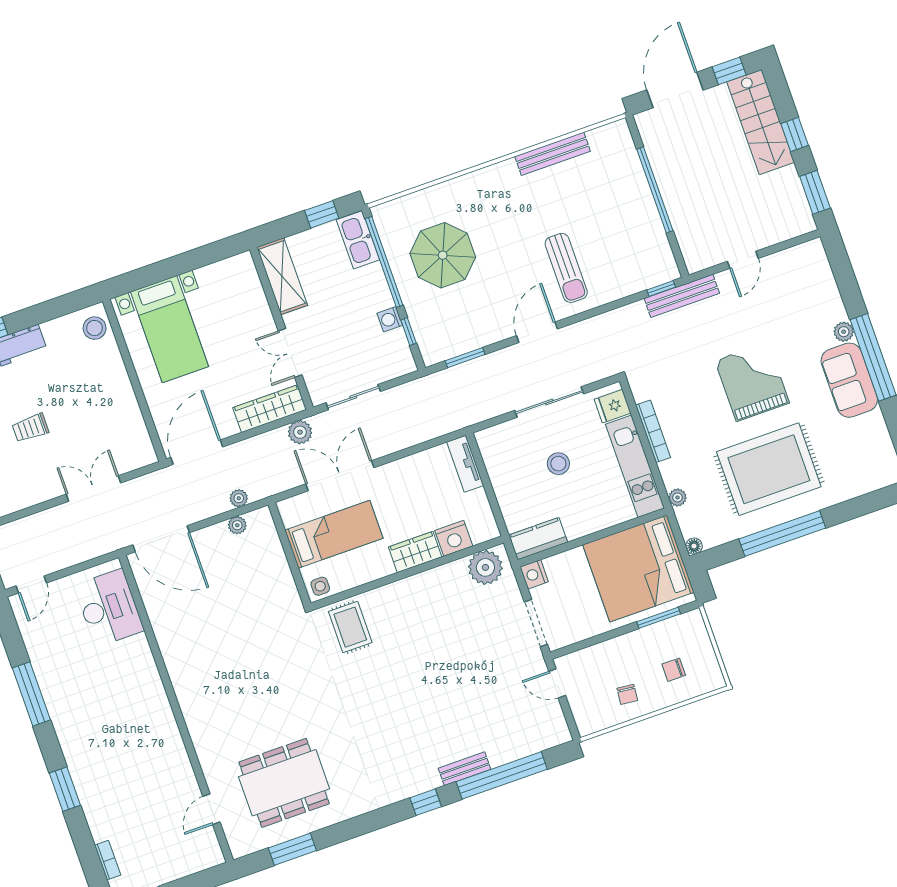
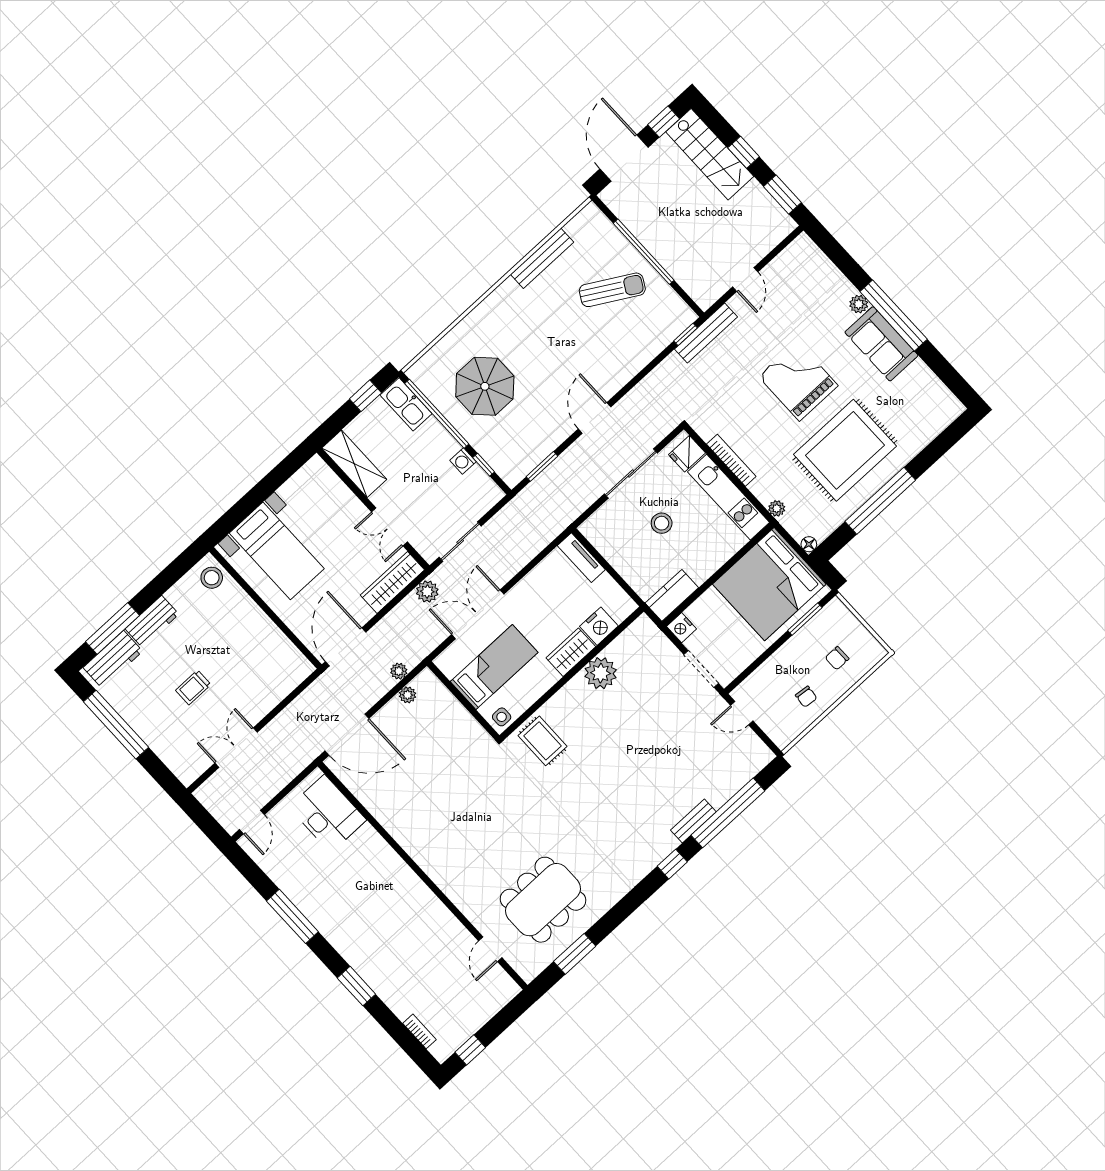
sun lounger: (566, 268) -> (612, 290), moved, turned -60
double door: (93, 488) -> (236, 748), moved
plant: (485, 567) -> (601, 673), moved

